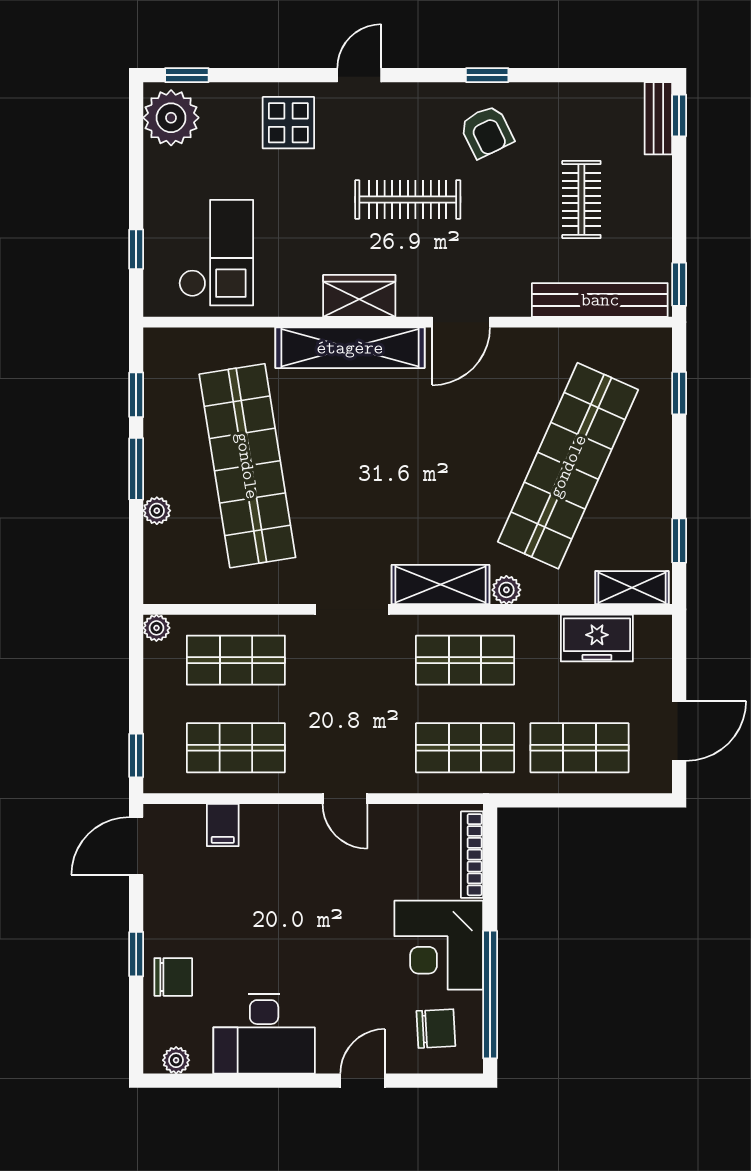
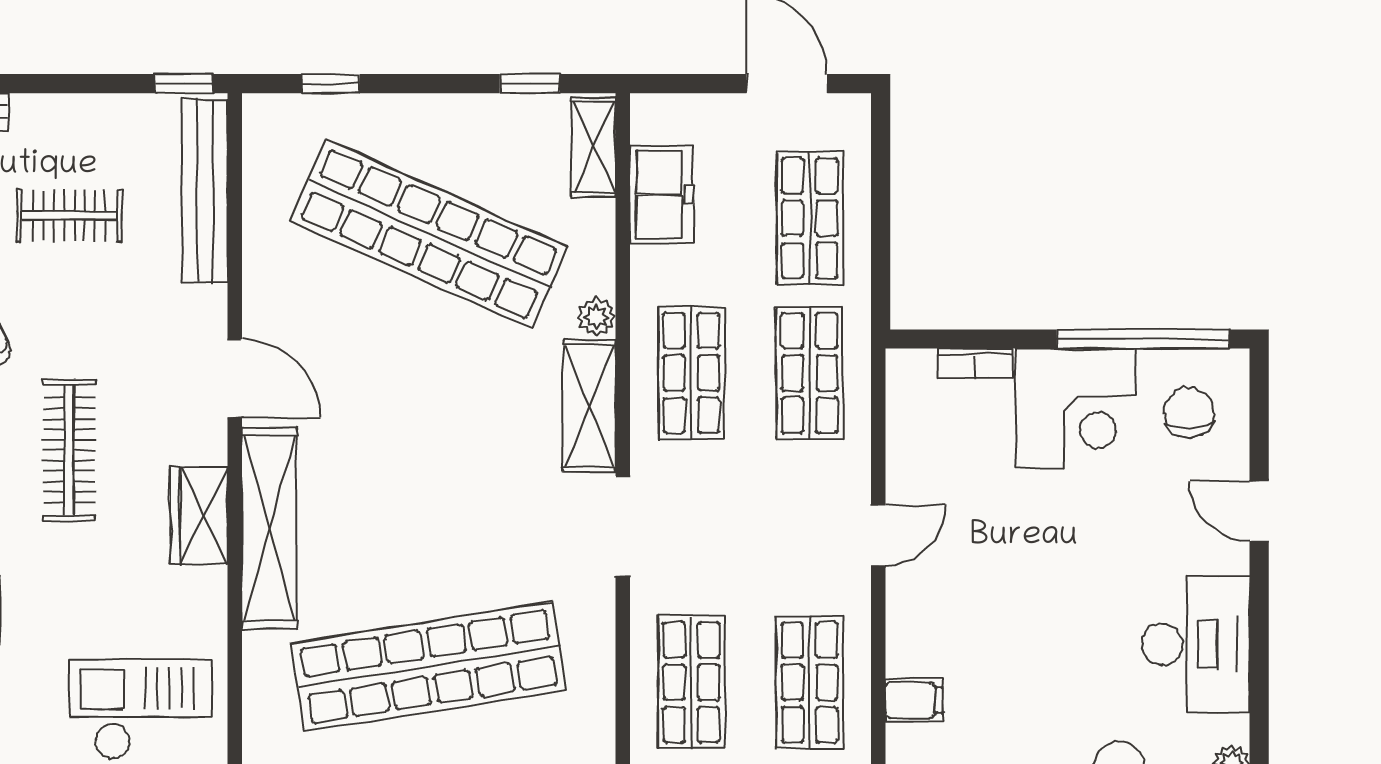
bookcase: (472, 855) -> (975, 363), width x0.64

